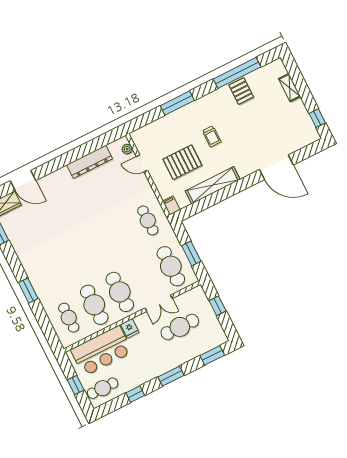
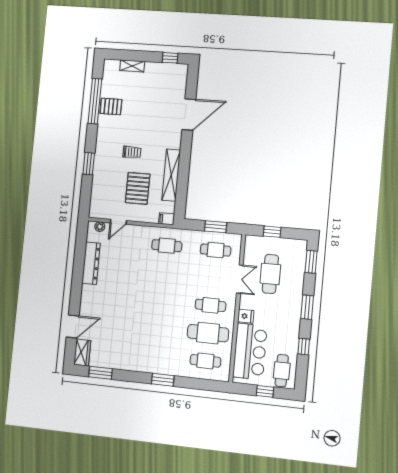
window: (177, 103) -> (89, 164), width x0.69
cafe table: (171, 266) -> (216, 250), width x0.73, depth x0.74
cafe table: (120, 292) -> (211, 305), width x0.73, depth x0.74

